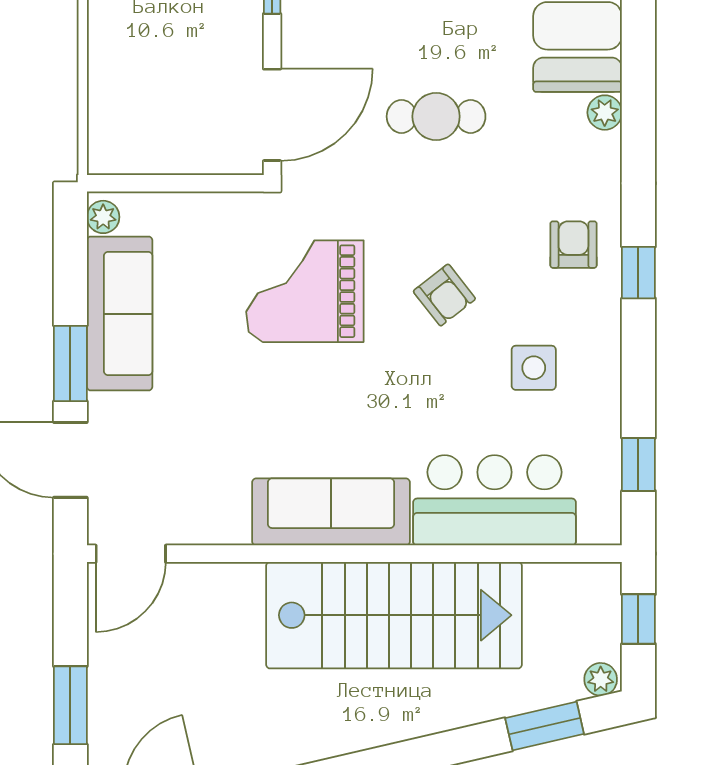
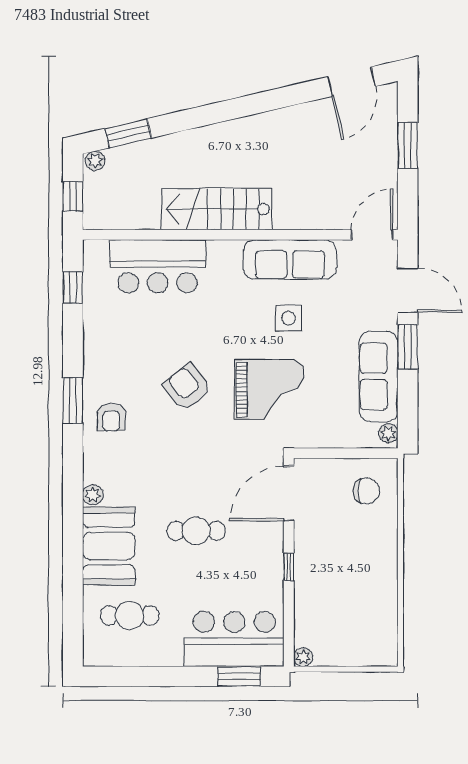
cafe table: (436, 116) -> (196, 531), moved
chair: (141, 119) -> (366, 491), added
window: (638, 273) -> (73, 401), width x1.50
armchair: (444, 295) -> (187, 387), width x1.38, depth x1.38
side table: (534, 368) -> (289, 318), moved
sofa: (331, 512) -> (290, 259), moved
stairs: (394, 615) -> (217, 209), width x0.73, depth x0.66

